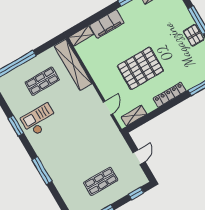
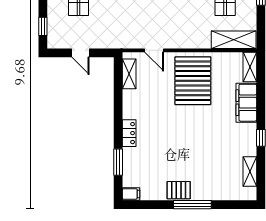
shelving: (73, 65) -> (234, 40), width x0.68
pallet: (140, 68) -> (193, 81), moved
locker: (170, 95) -> (129, 133), width x0.66

